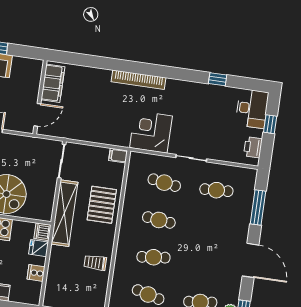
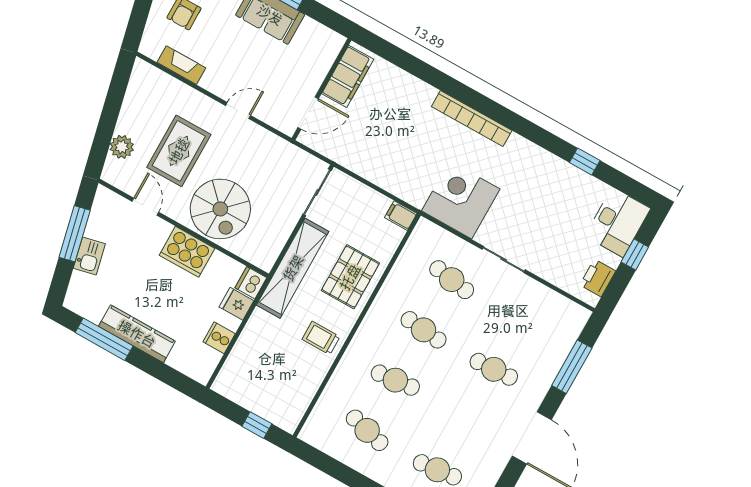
cafe table: (216, 190) -> (494, 369), moved
trolley: (95, 263) -> (321, 338), moved

